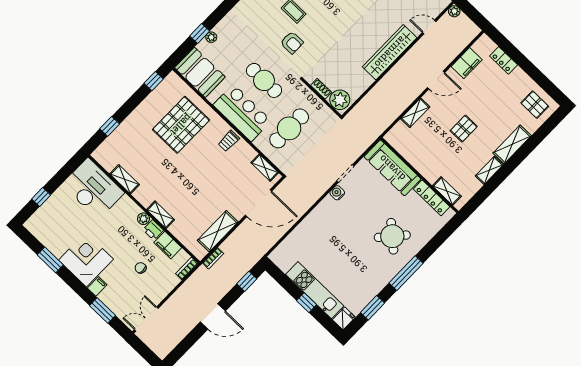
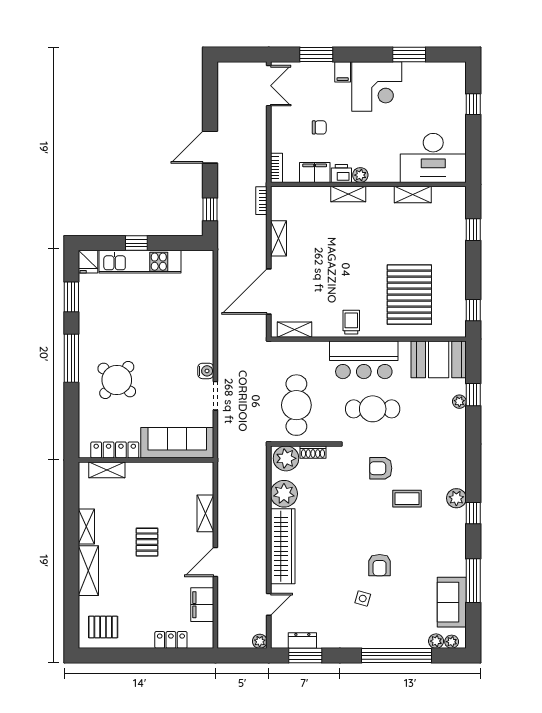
plant: (360, 81) -> (284, 494), added
cafe table: (289, 128) -> (296, 405), moved
shelving: (218, 231) -> (279, 238), width x0.67, depth x0.75

